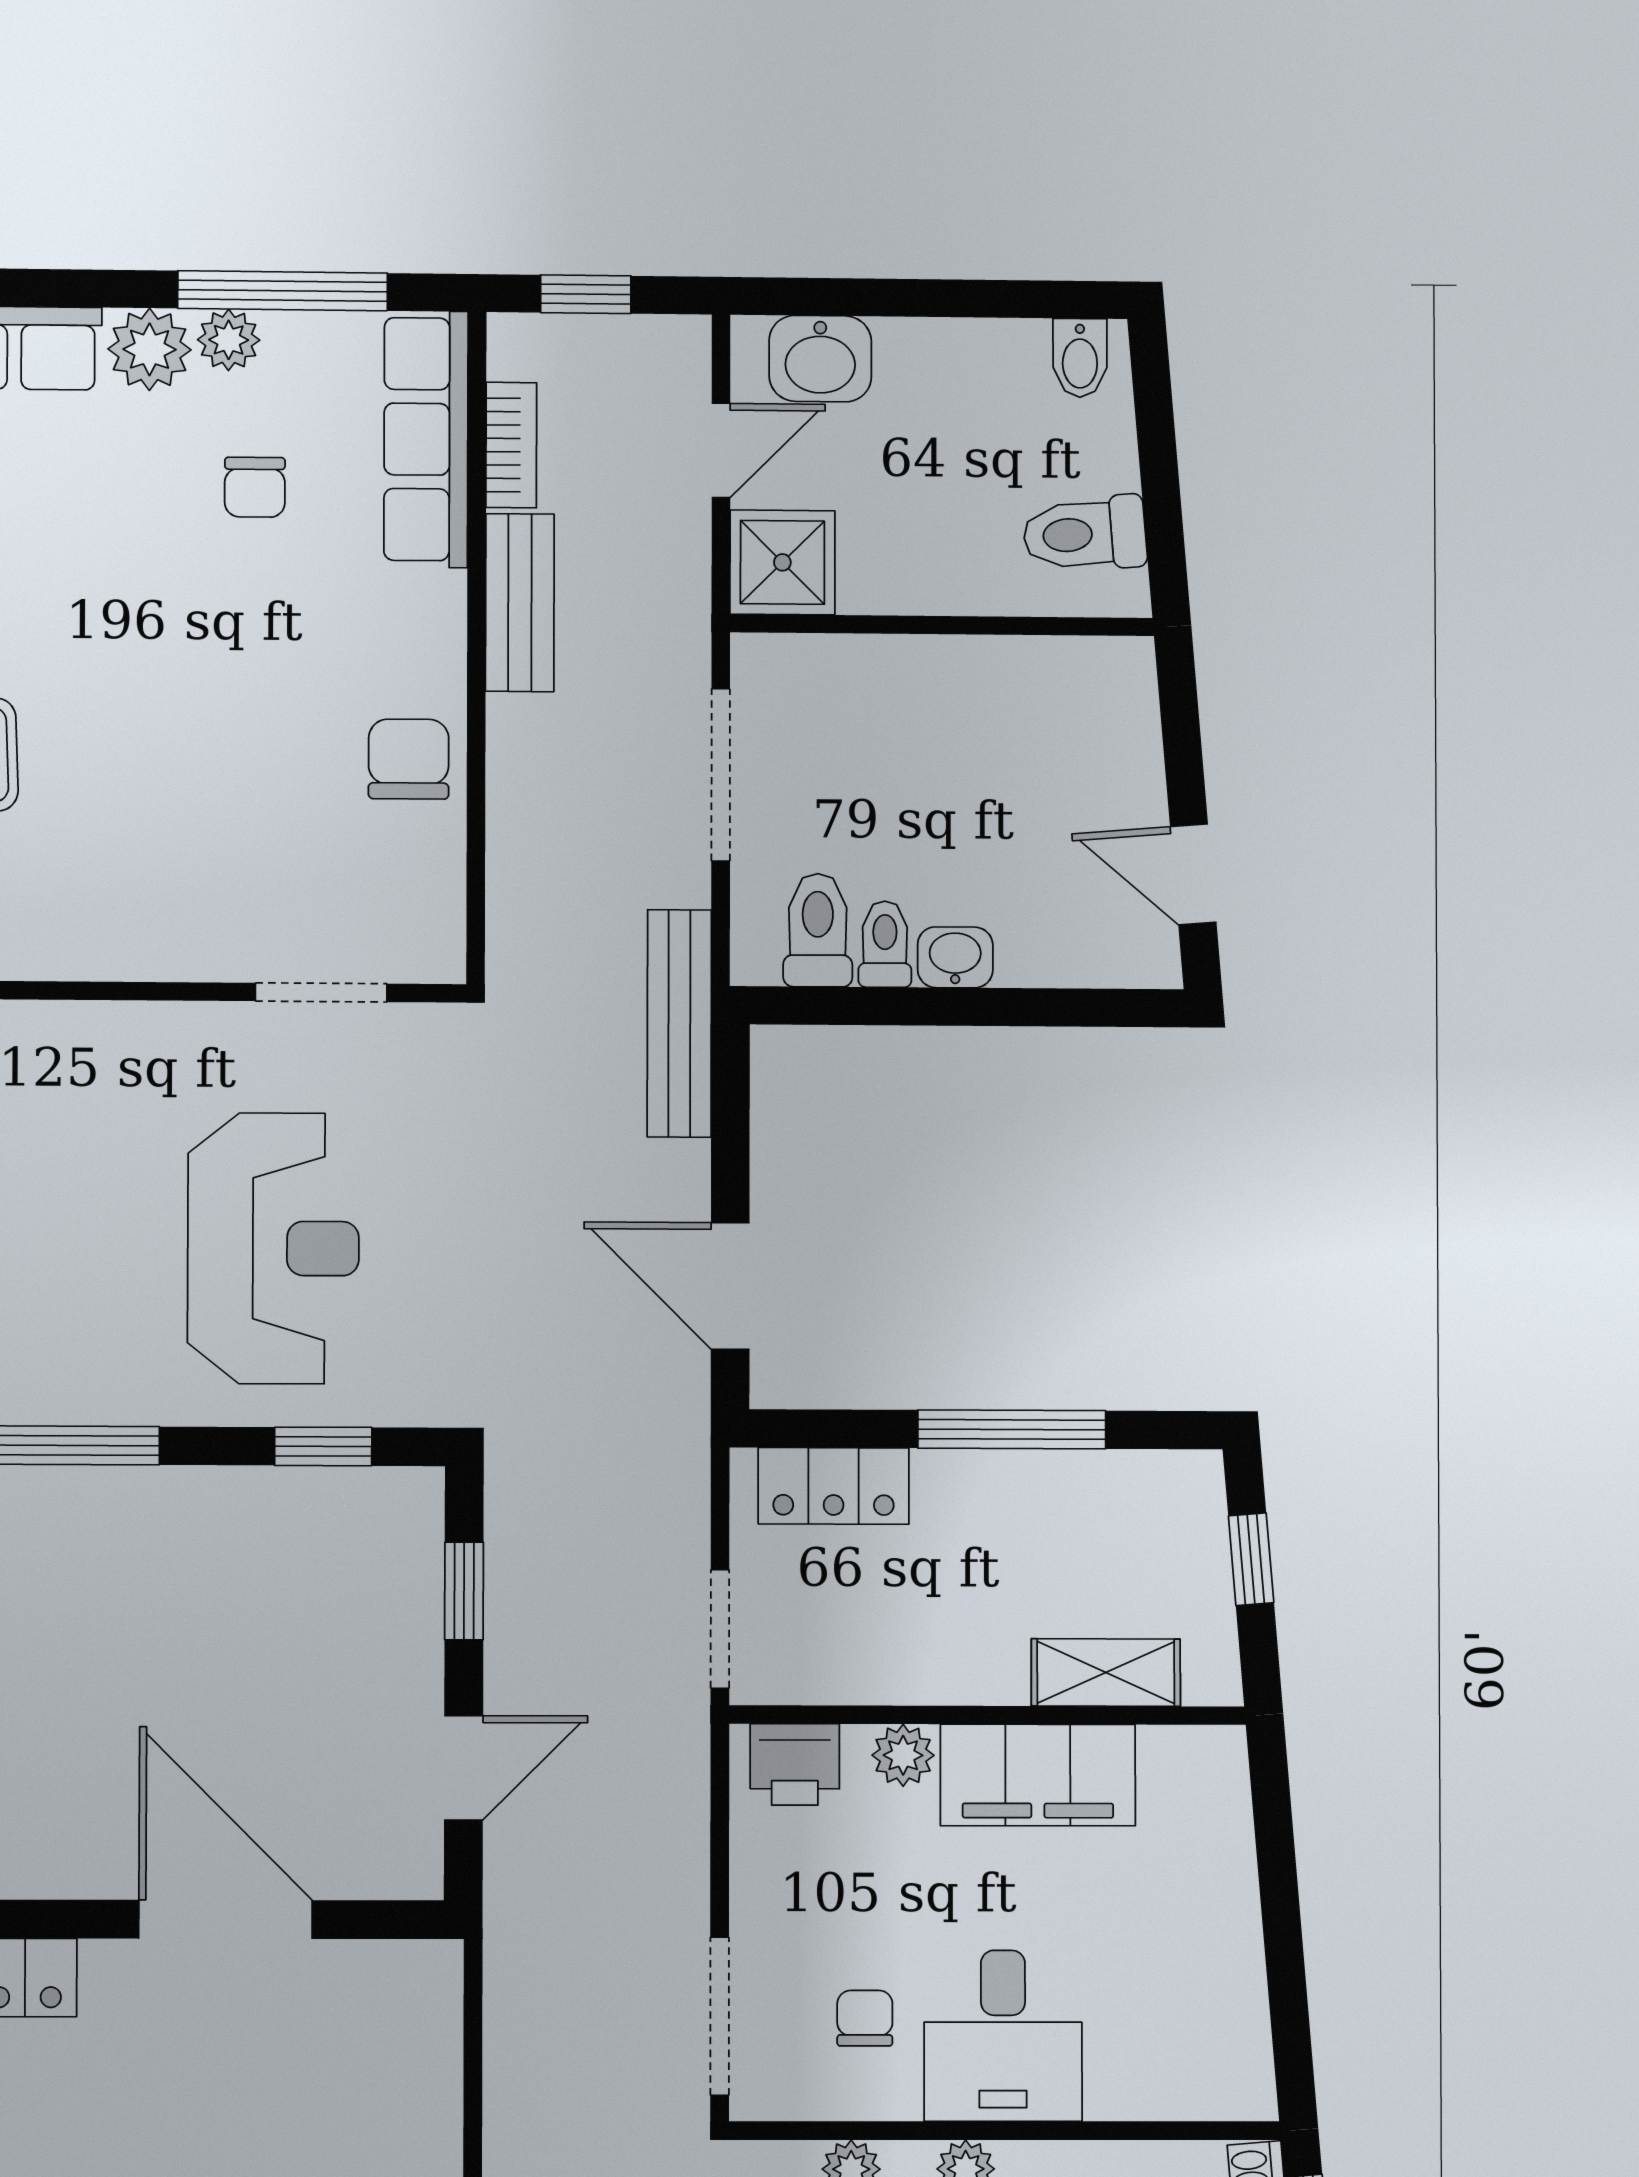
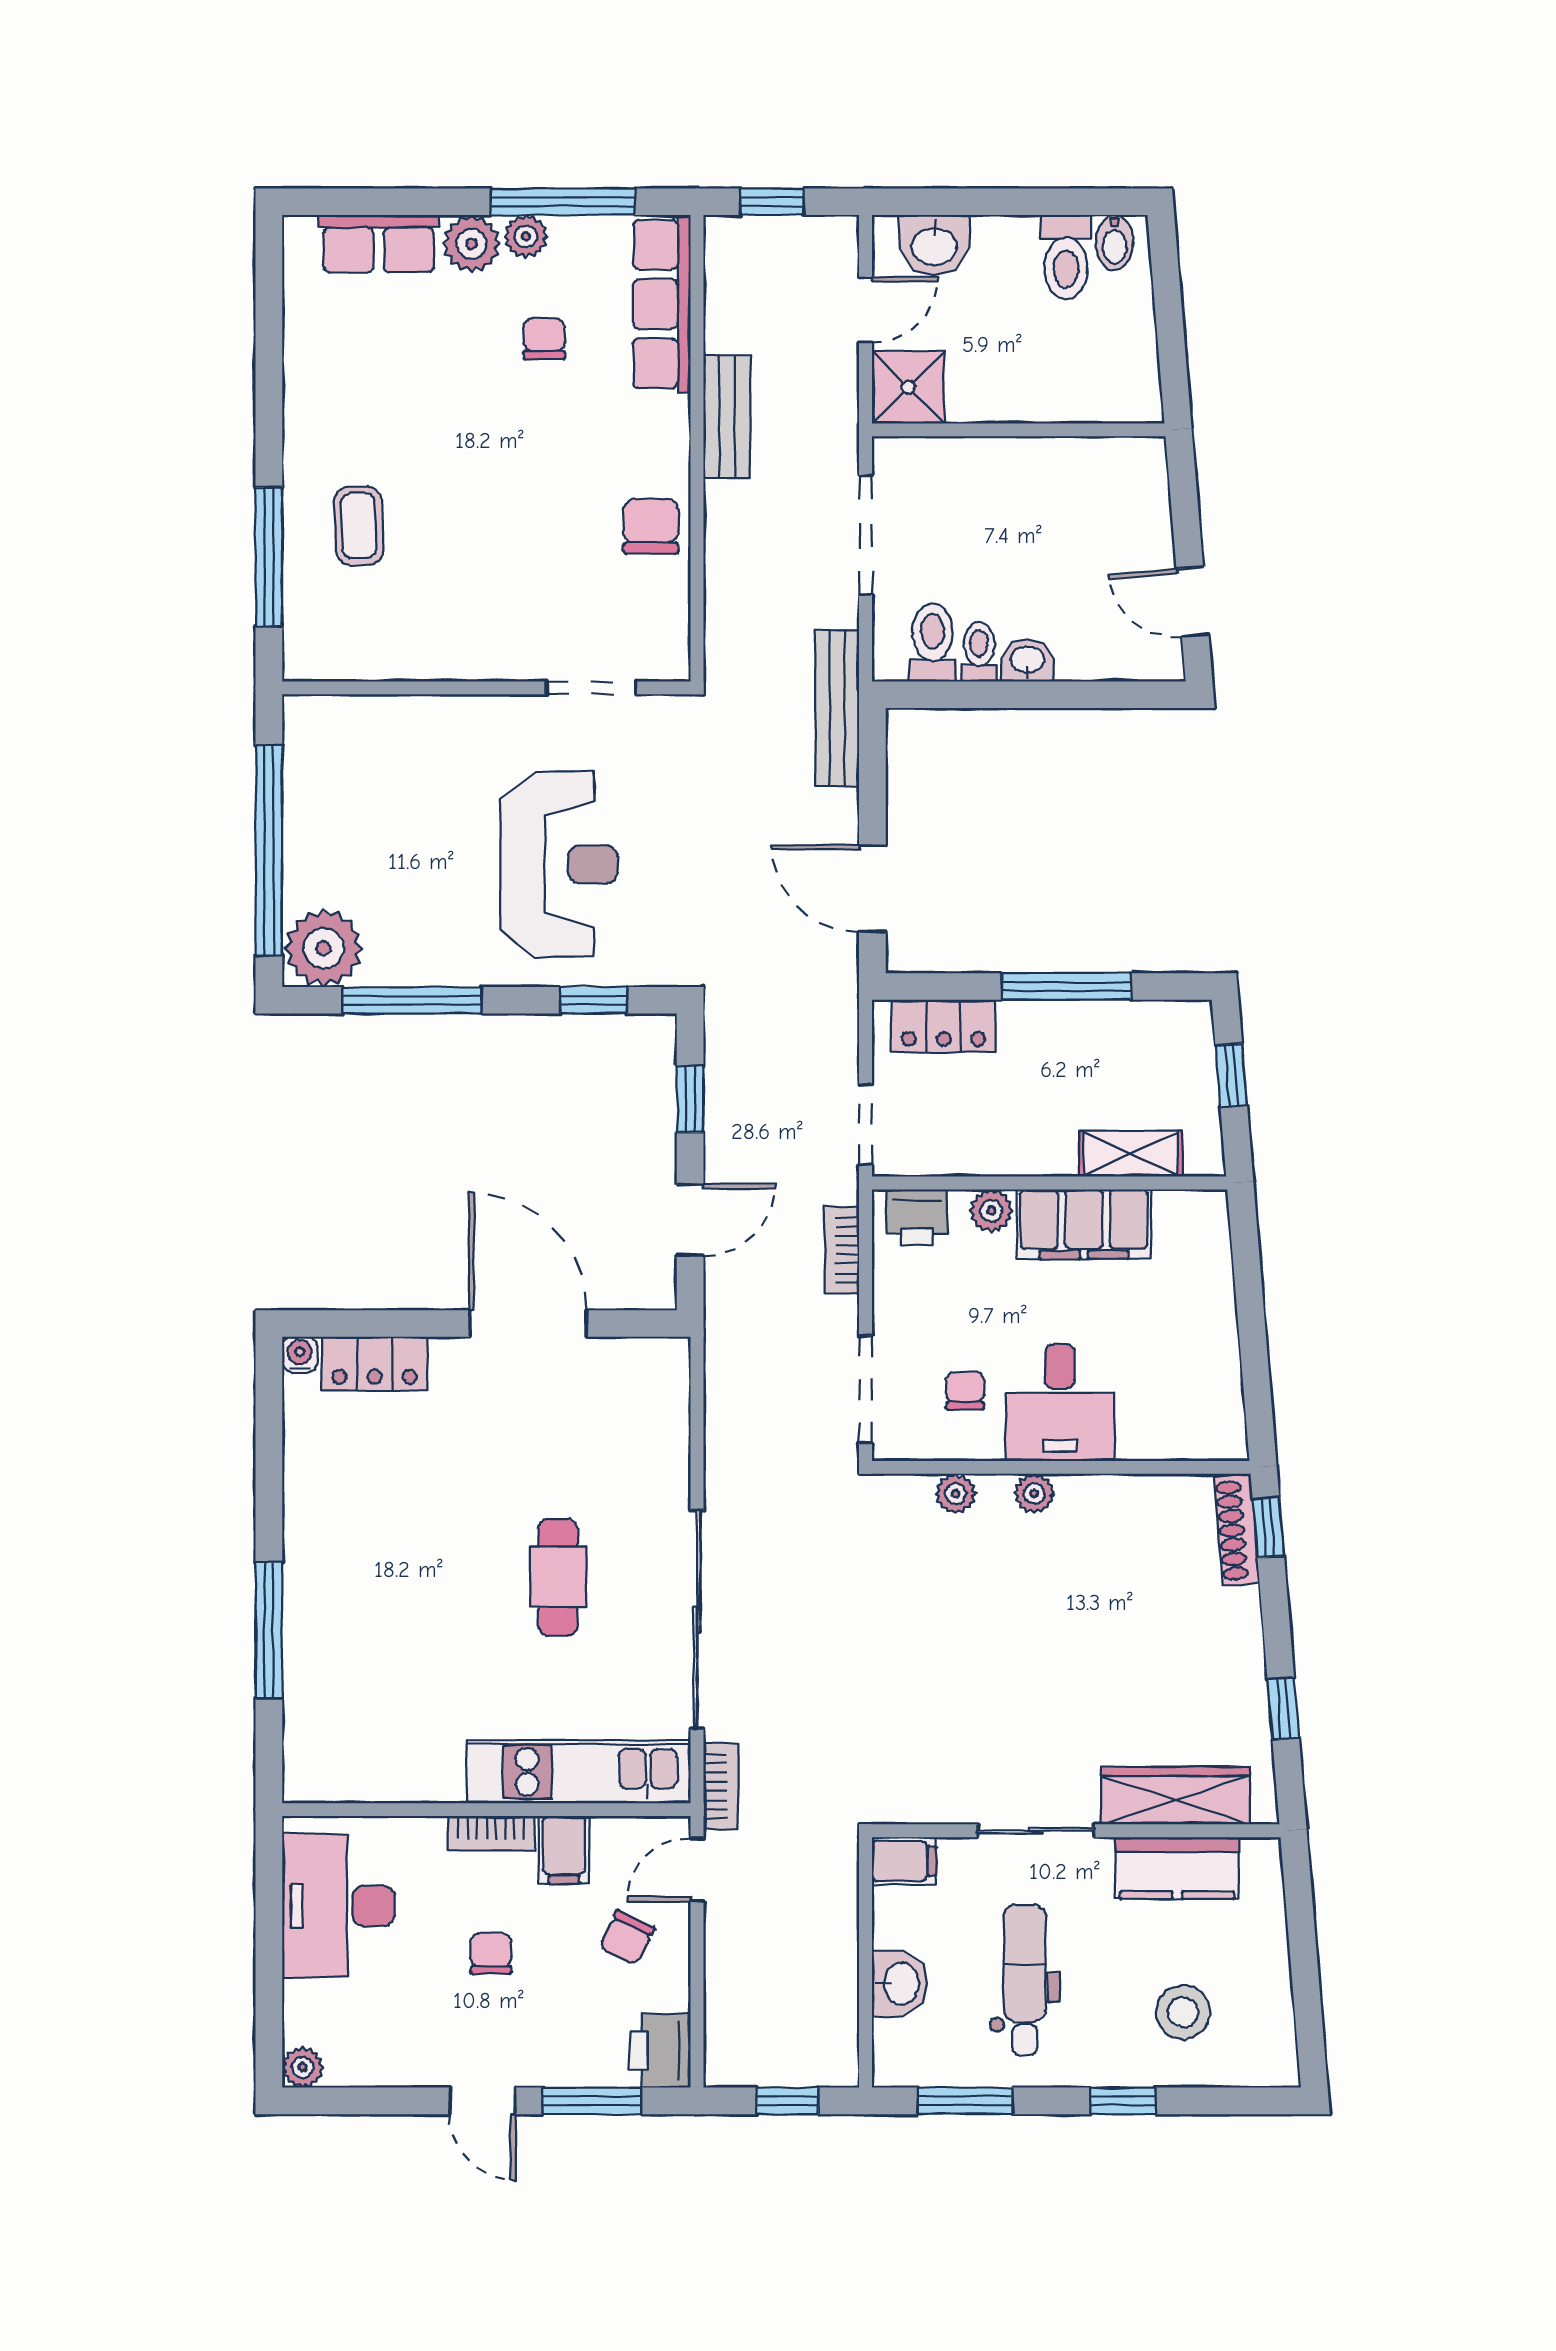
bookcase: (511, 445) -> (842, 1250), moved, turned 180
chair: (255, 487) -> (544, 339), turned 180
toilet: (1085, 534) -> (1066, 257), moved, turned -85

